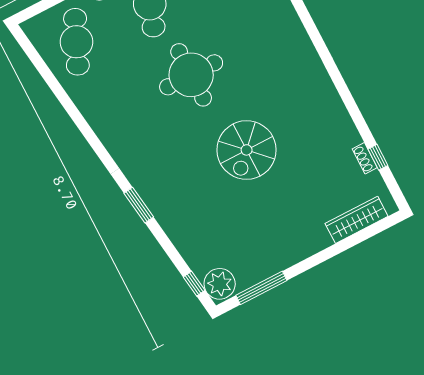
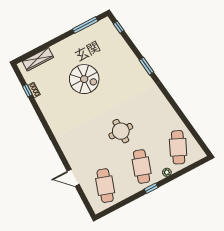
round table: (191, 75) -> (121, 131), width x0.73, depth x0.73
spiral stairs: (247, 150) -> (84, 79), moved, turned 90
plant: (220, 284) -> (106, 27), removed

